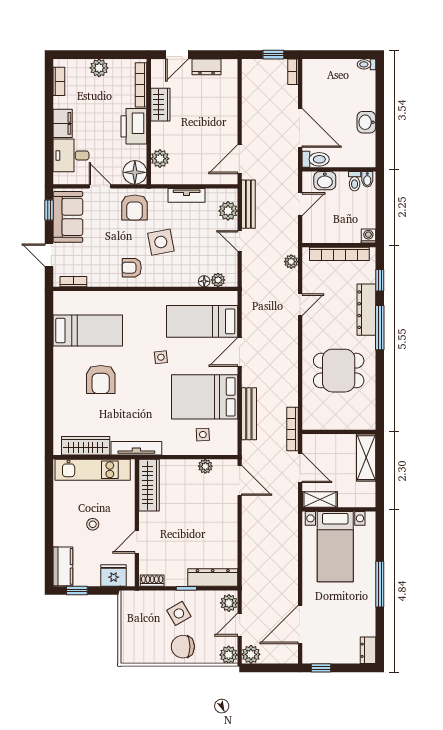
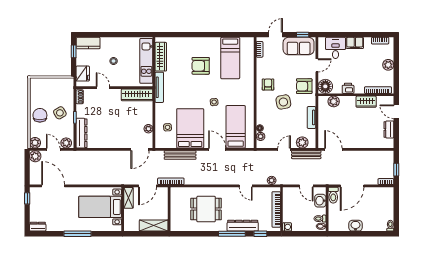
printer: (134, 126) -> (348, 88), width x0.53, depth x0.68
dining table: (339, 371) -> (206, 209), turned 90

